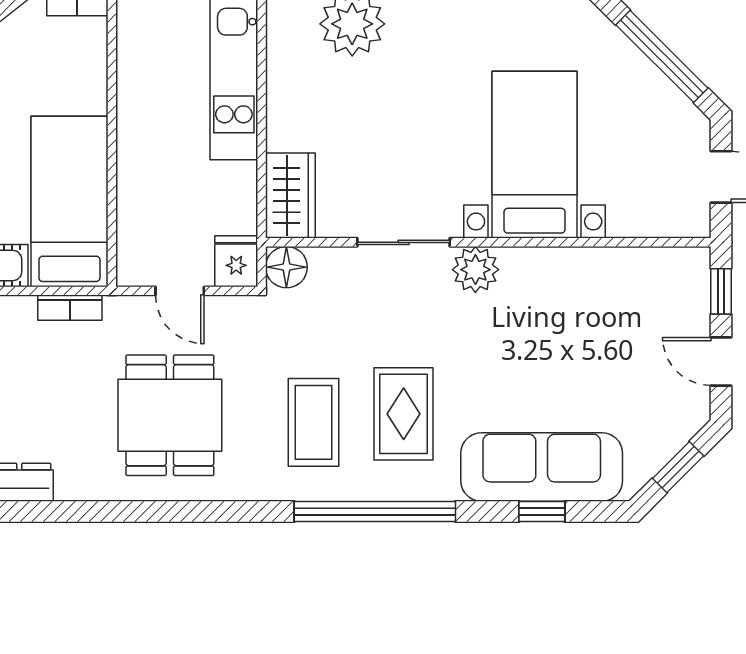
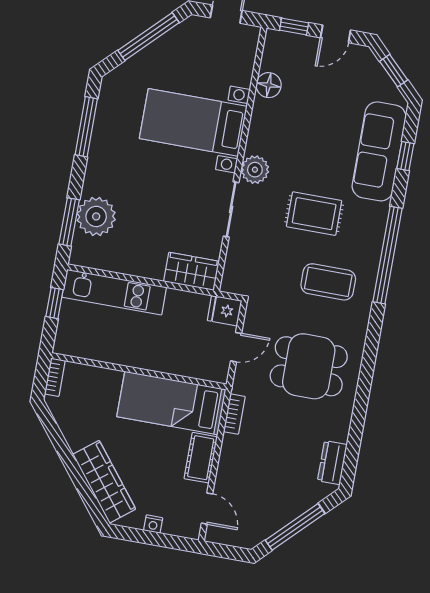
floor lamp: (286, 267) -> (269, 85), moved
rug: (404, 414) -> (314, 214), moved

